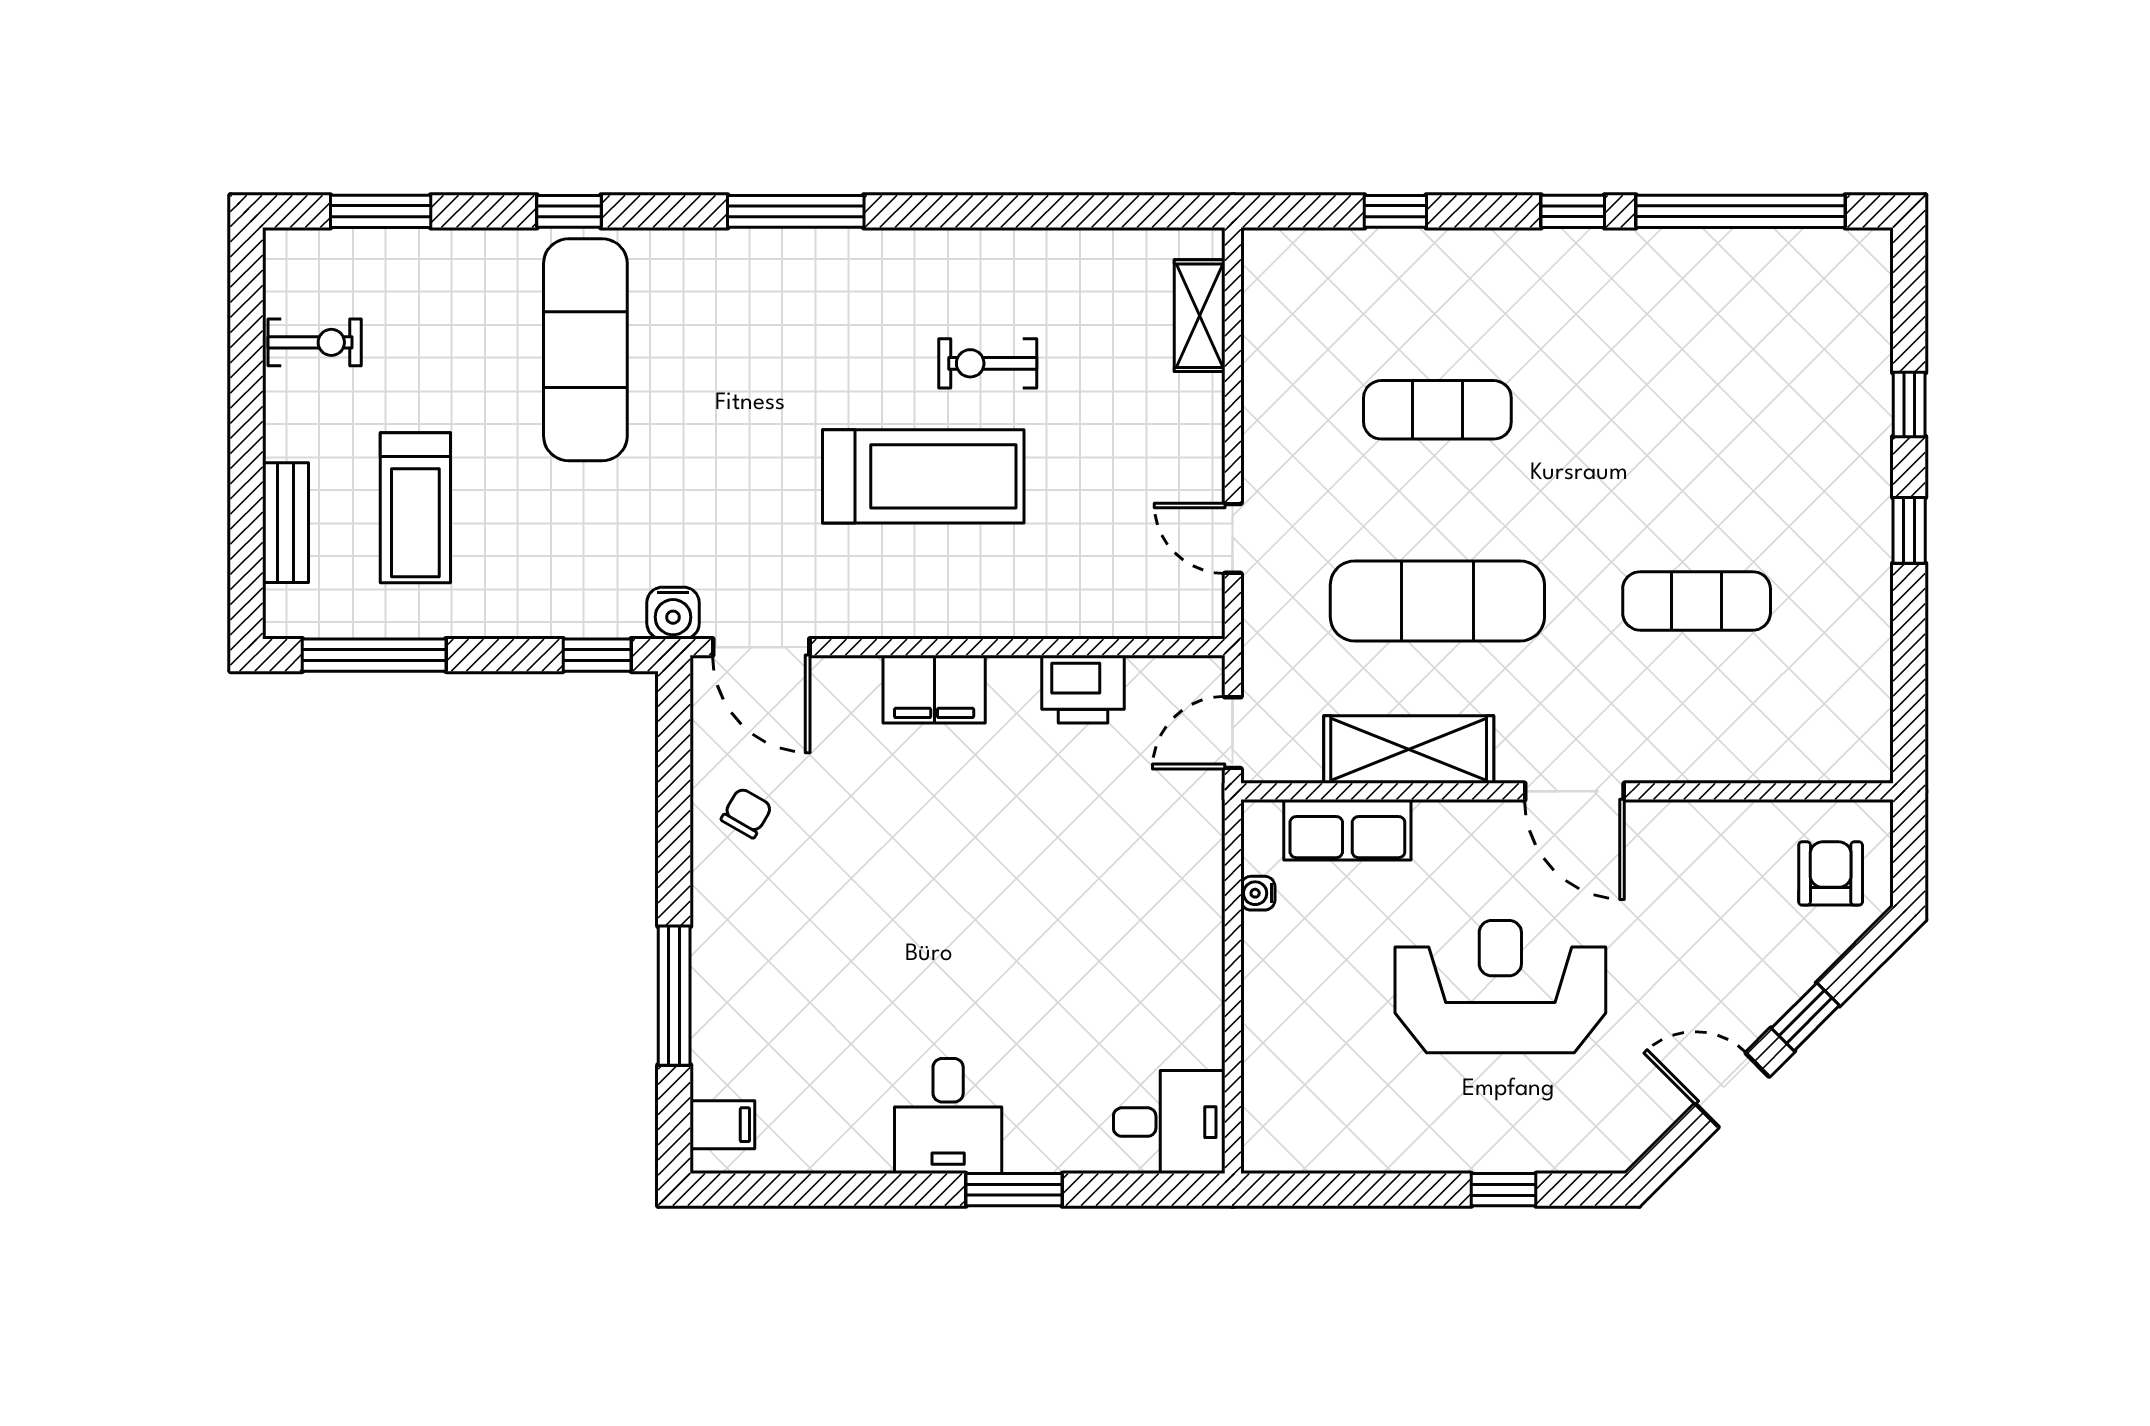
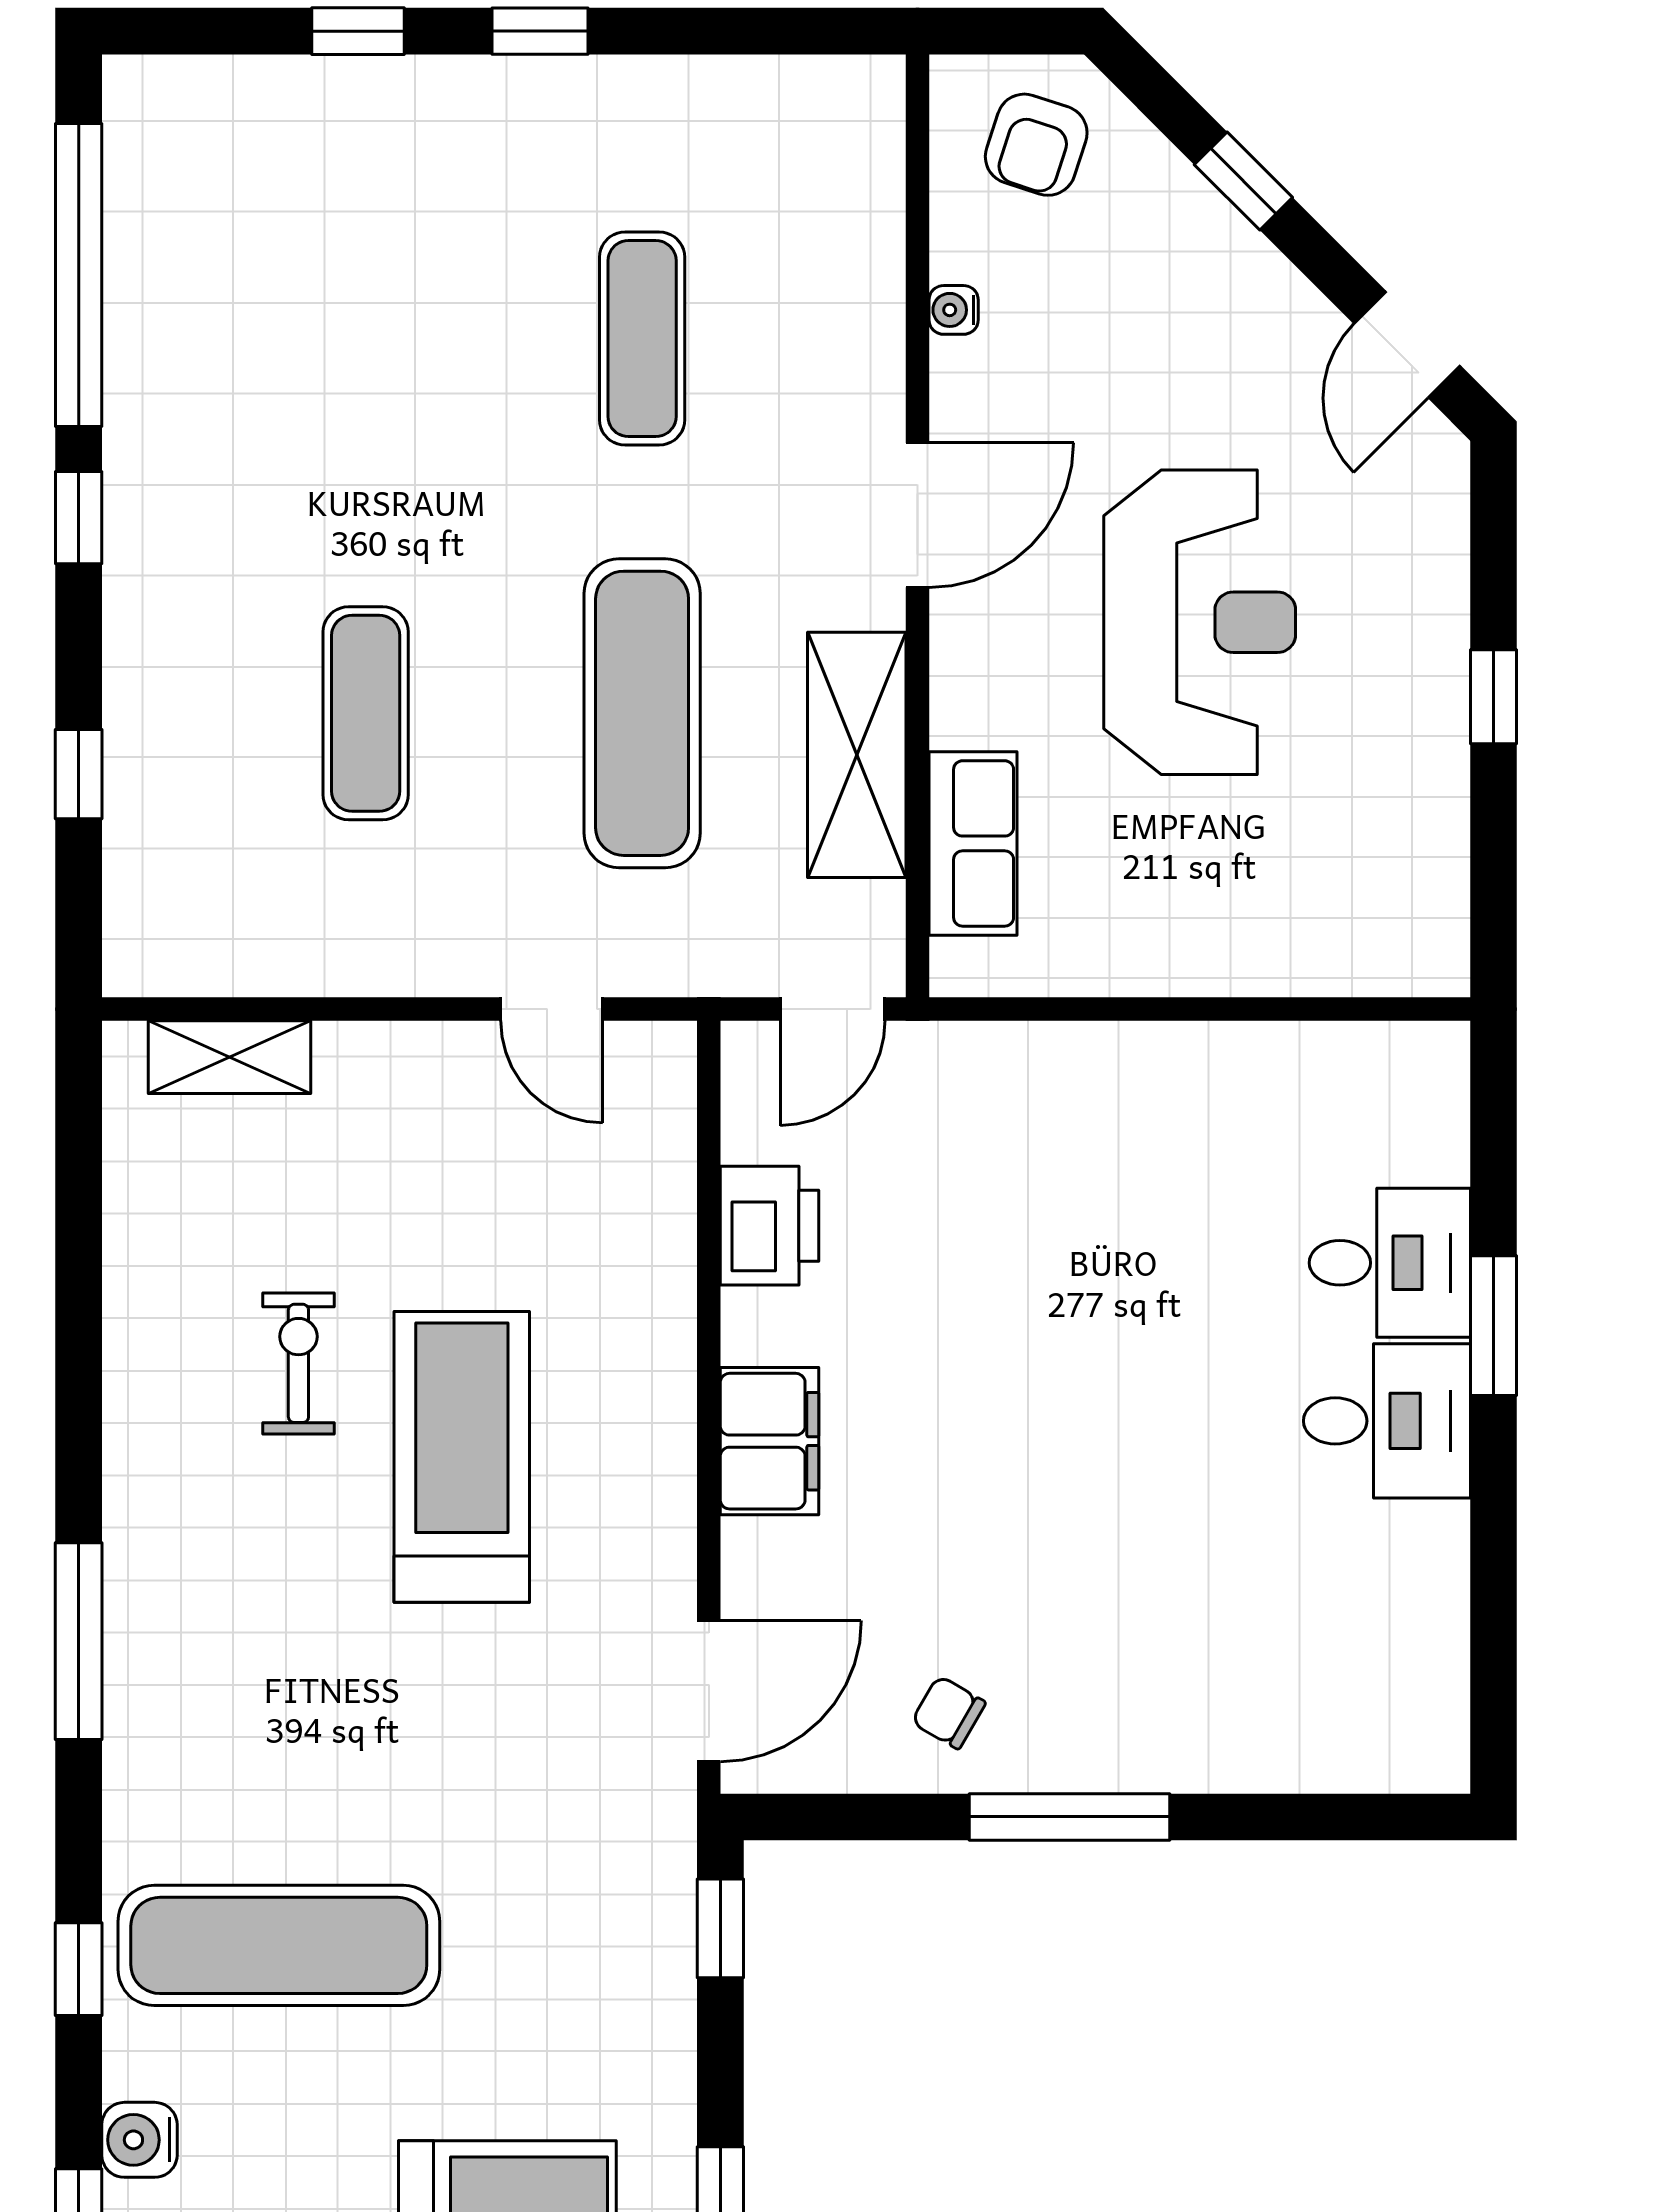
exercise bike: (988, 363) -> (298, 1363), turned 180
door: (1233, 538) -> (552, 1009), hinge flipped
water cooler: (673, 613) -> (139, 2140), moved, turned 180
door: (1233, 733) -> (833, 1009), hinge flipped
armchair: (1831, 873) -> (1036, 145), turned -72
water cooler: (1258, 893) -> (954, 310), moved, turned 90
reception desk: (1500, 987) -> (1200, 622), turned 180
window: (674, 996) -> (1069, 1817), moved
door: (1732, 1090) -> (1407, 345), moved
desk: (1169, 1122) -> (1390, 1263), moved, turned 90
filing cabinet: (722, 1125) -> (1399, 1747), removed
window: (1504, 1190) -> (1493, 697), moved

